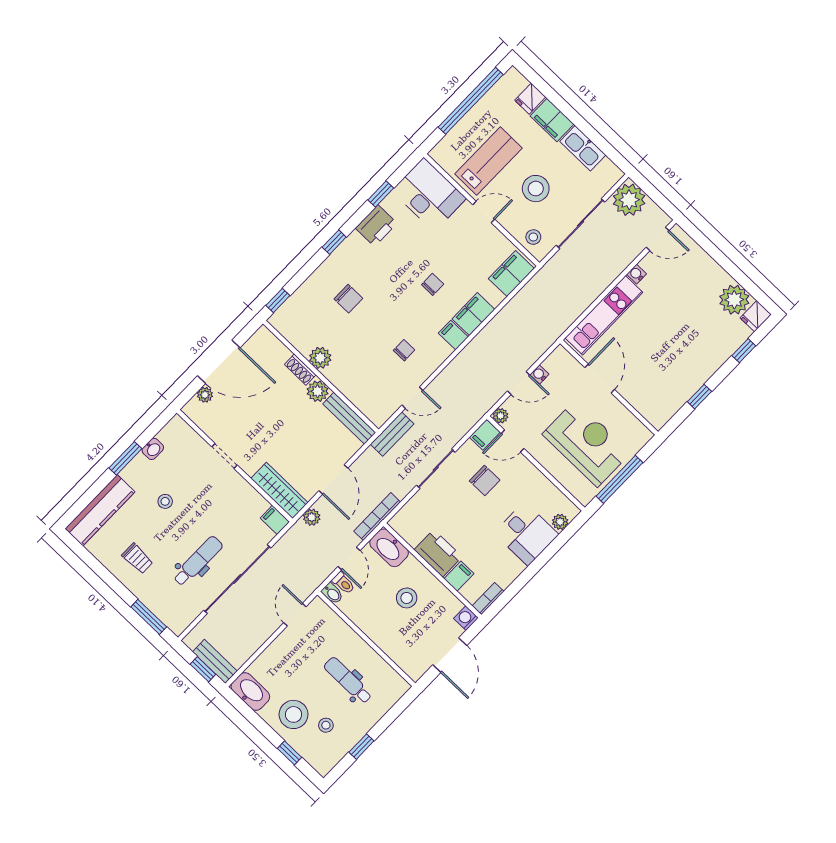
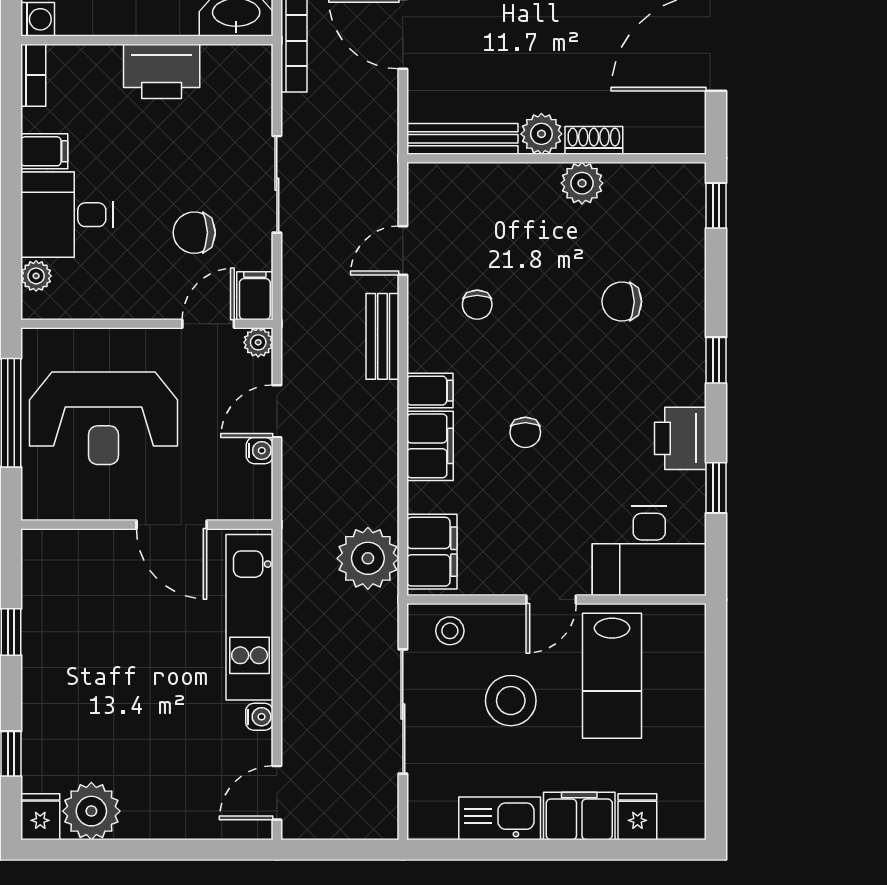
window: (471, 101) -> (716, 735), removed
plant: (629, 200) -> (368, 558), moved
bench: (392, 434) -> (383, 336), moved
filing cabinet: (459, 576) -> (44, 151), moved, turned -90

